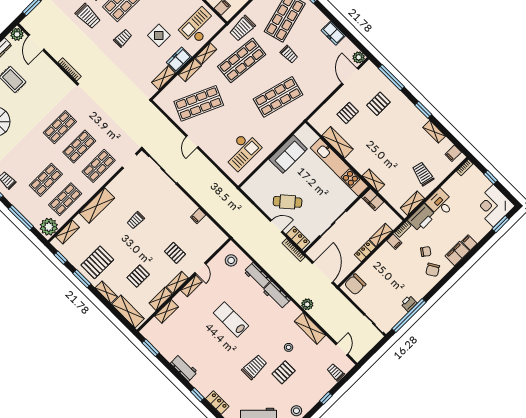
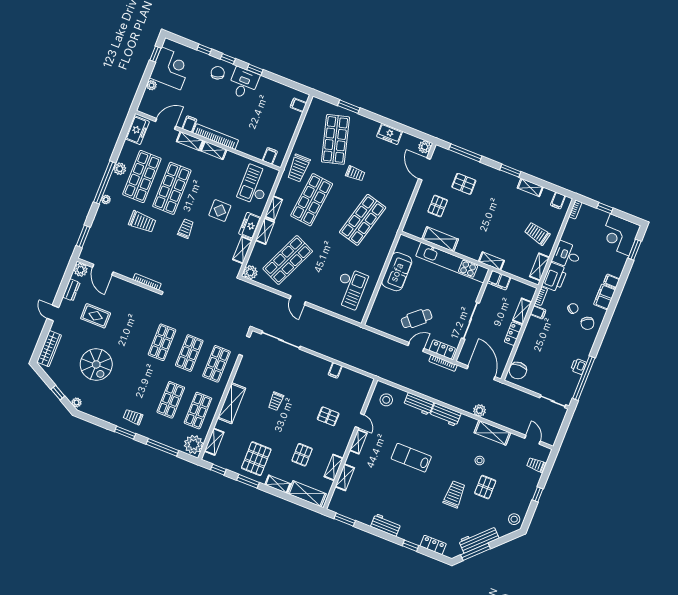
plant: (162, 100) -> (250, 272), added
pallet: (378, 104) -> (464, 184), turned 90
shelving: (177, 282) -> (343, 444), removed

